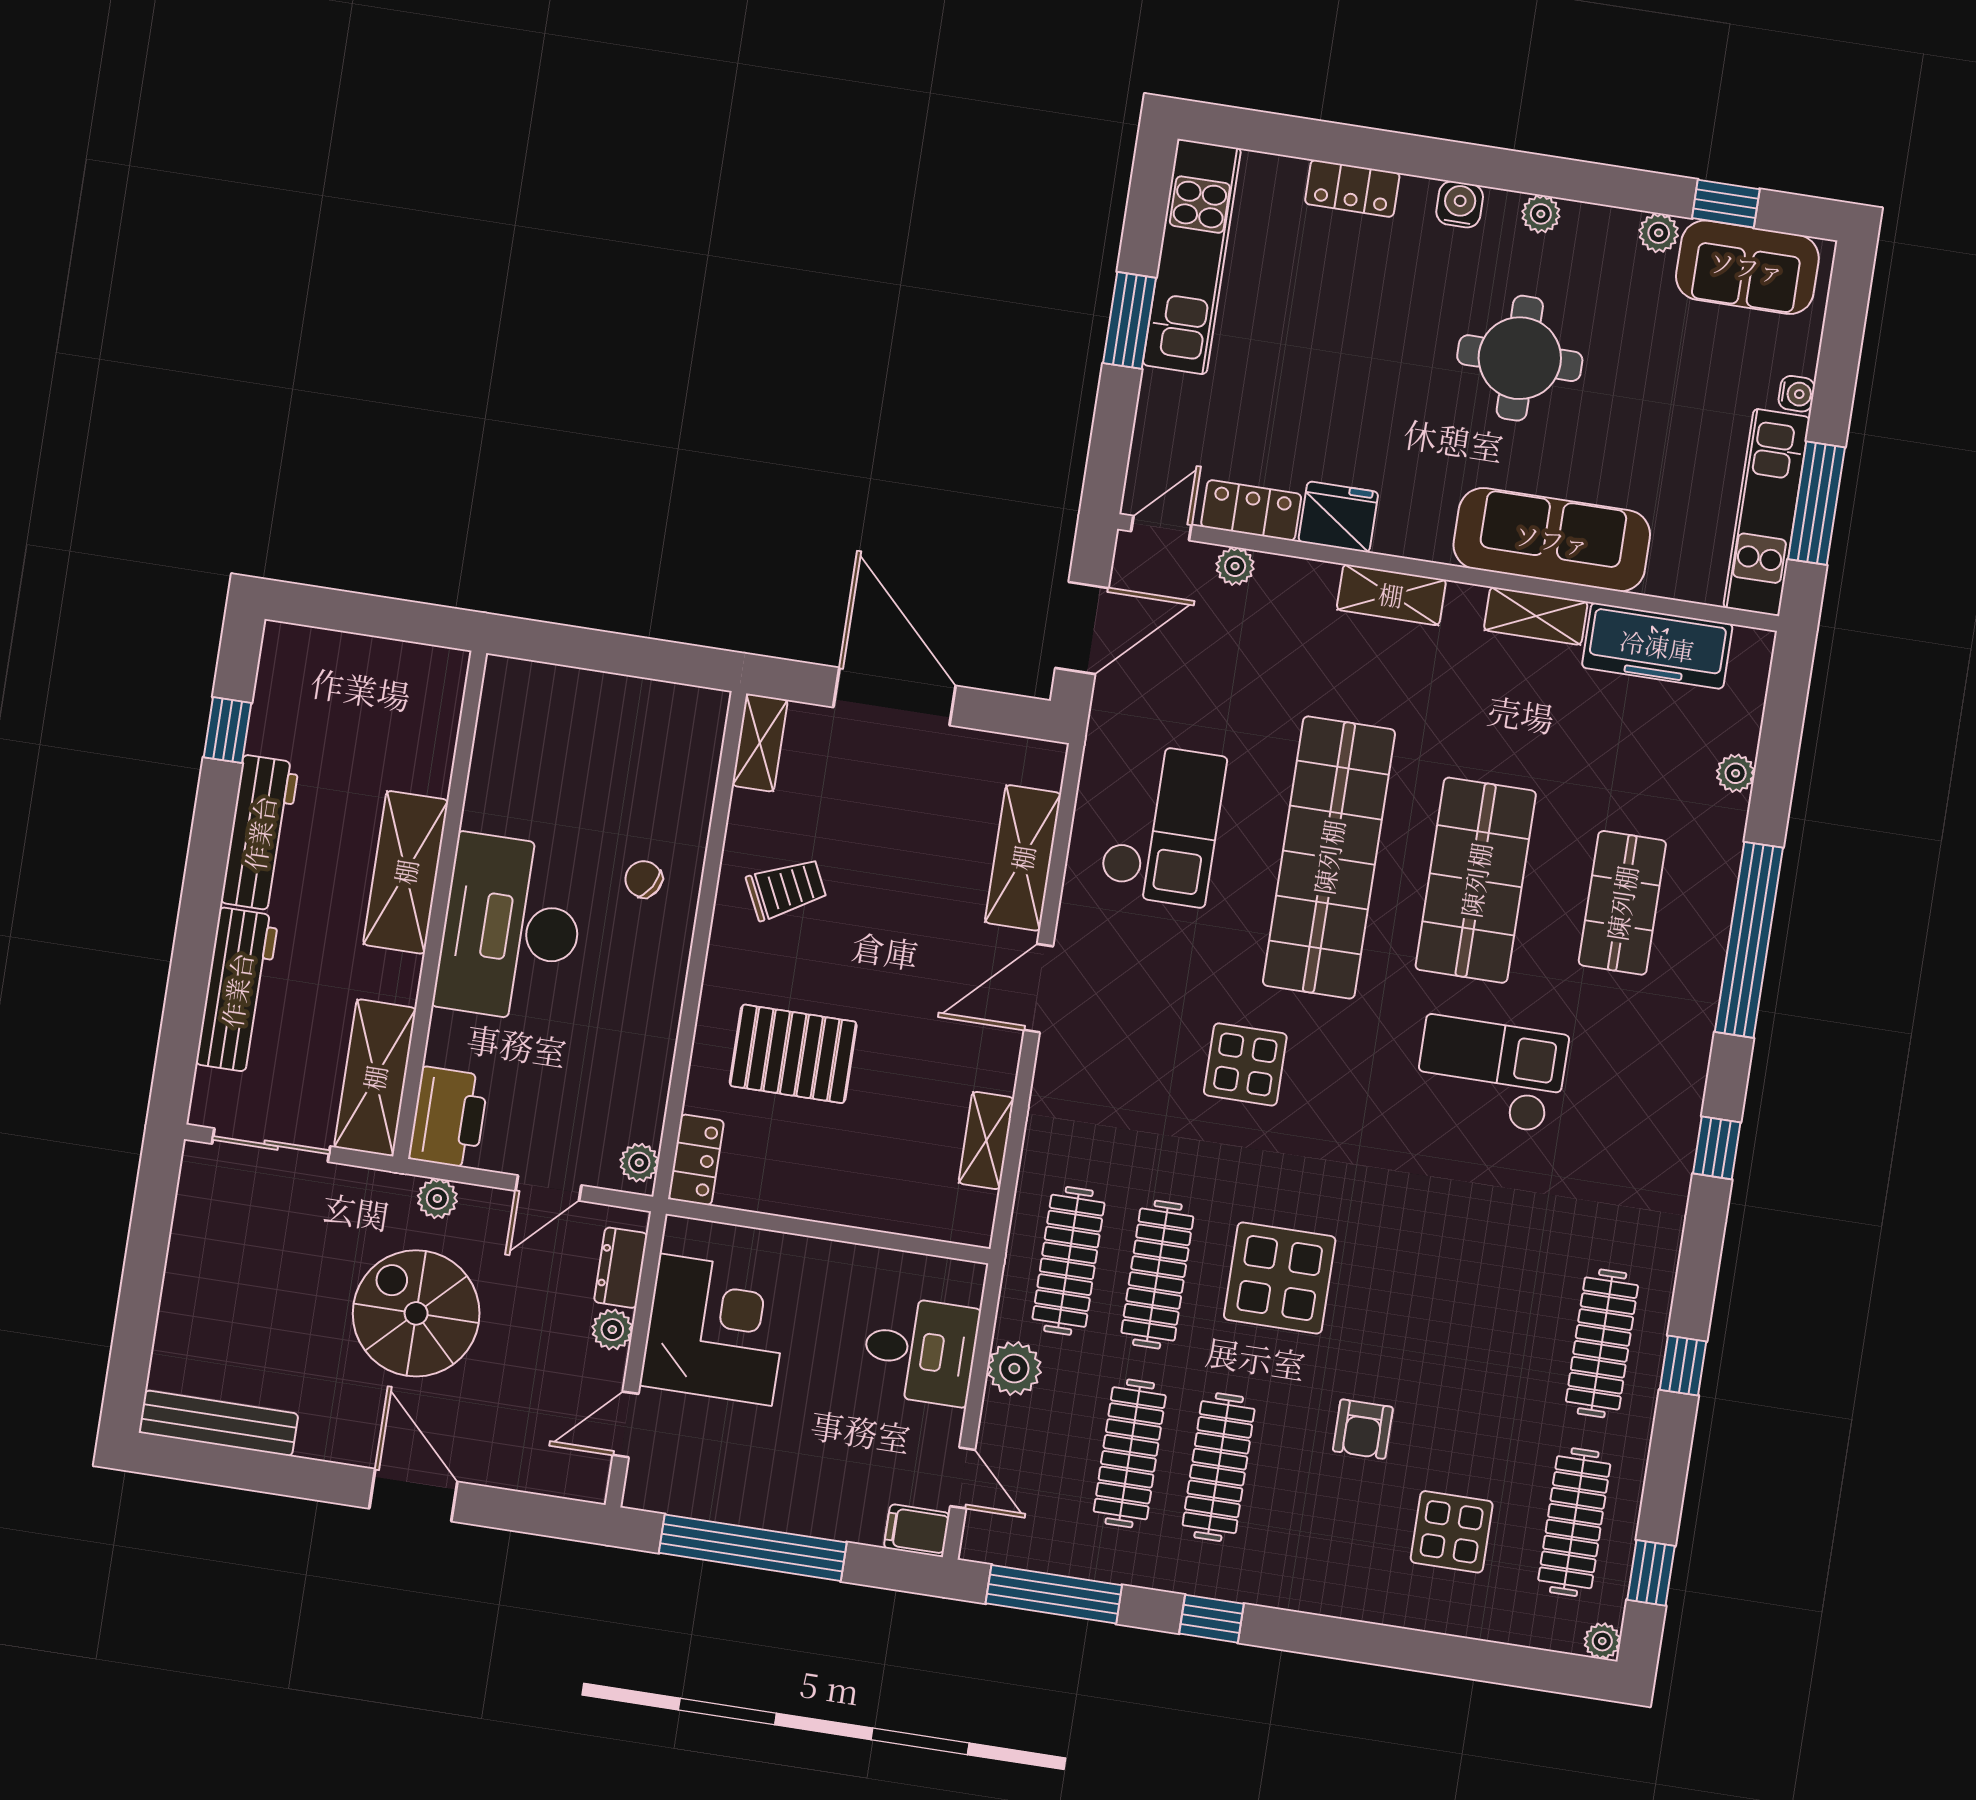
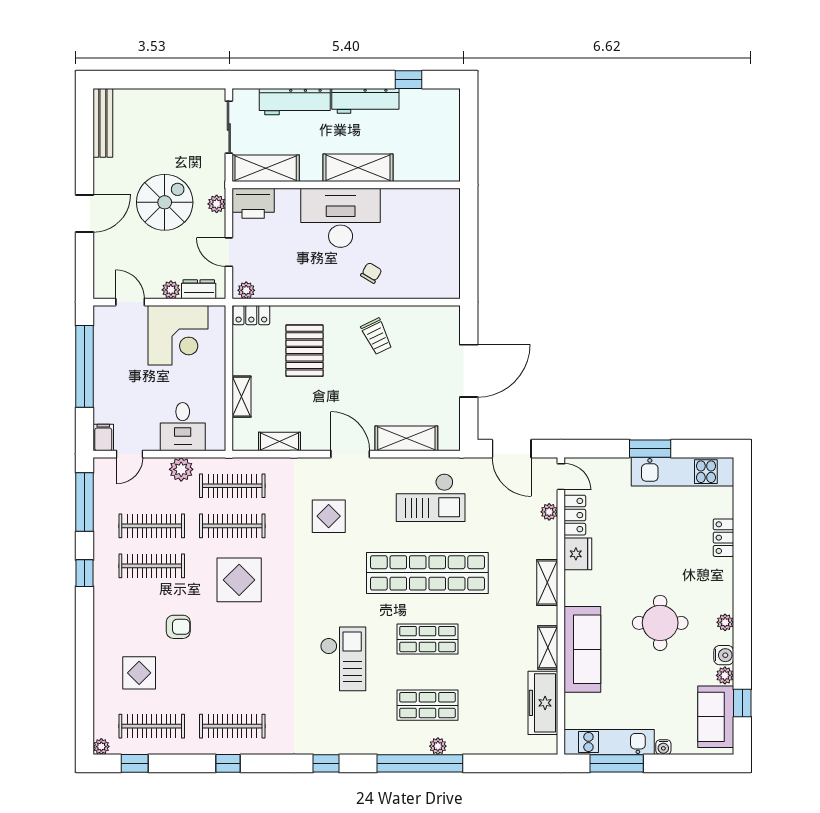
water cooler: (1460, 204) -> (724, 655), moved
shelving: (760, 743) -> (242, 397), moved, turned 90
plant: (1736, 773) -> (438, 746), moved
shop shelf: (1476, 880) -> (427, 639), width x0.70, depth x0.74
display table: (1245, 1064) -> (329, 516), moved
armchair: (1363, 1429) -> (178, 627), turned 180

